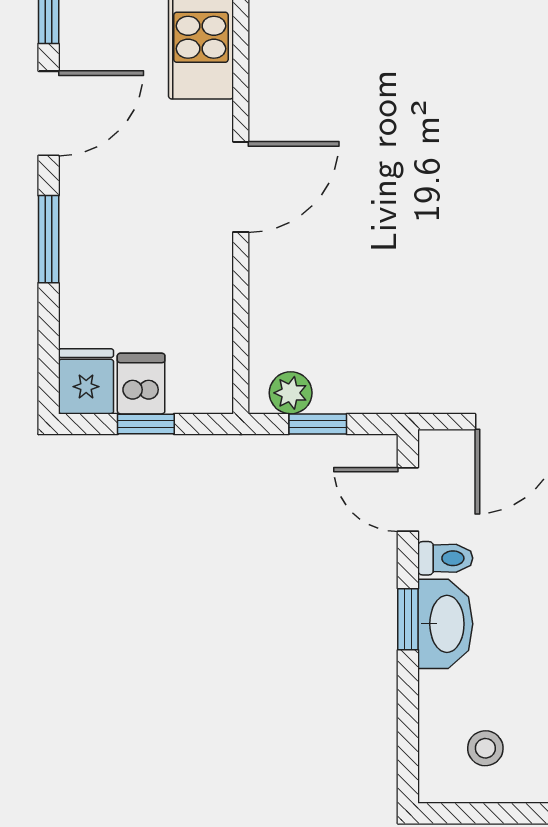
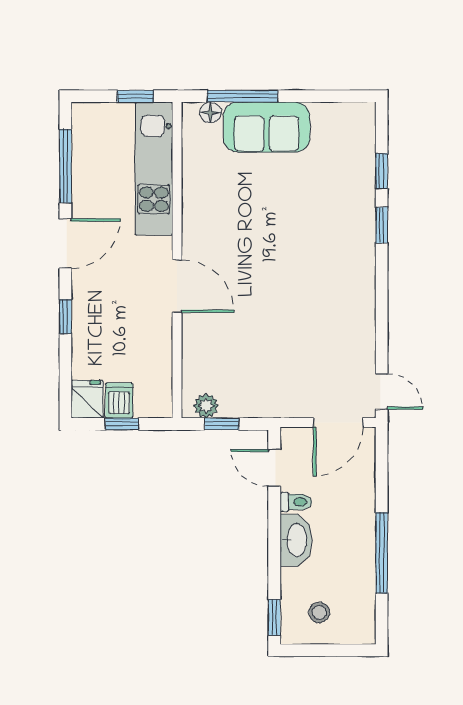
door: (241, 187) -> (177, 286), hinge flipped
window: (49, 239) -> (65, 317), width x0.67
window: (408, 619) -> (274, 617), moved

